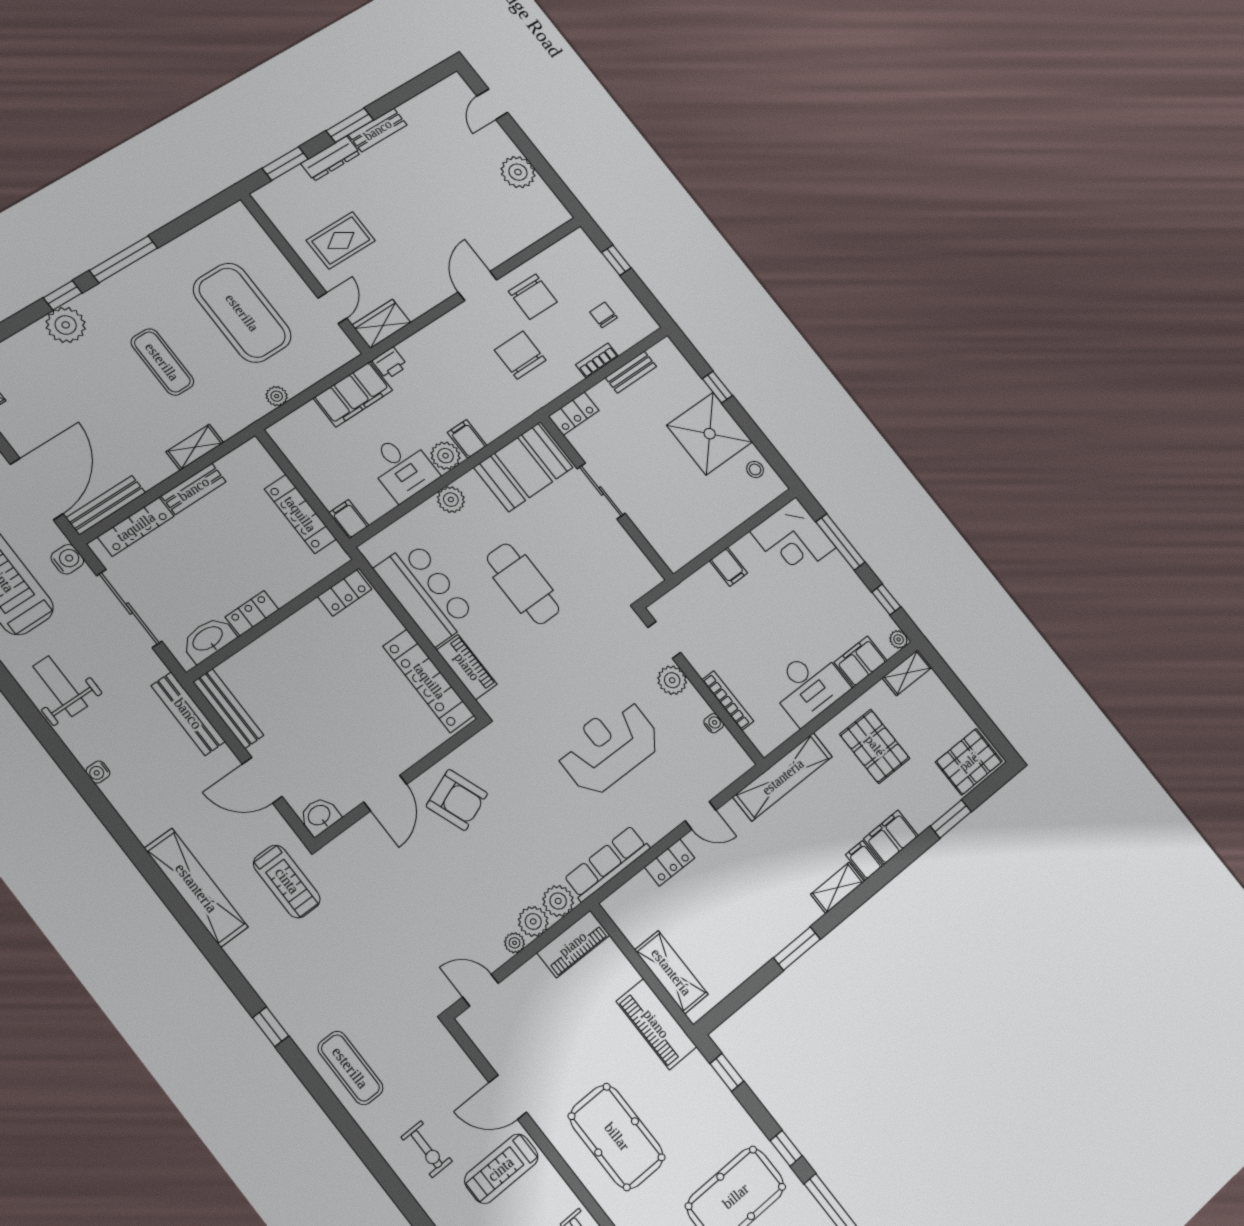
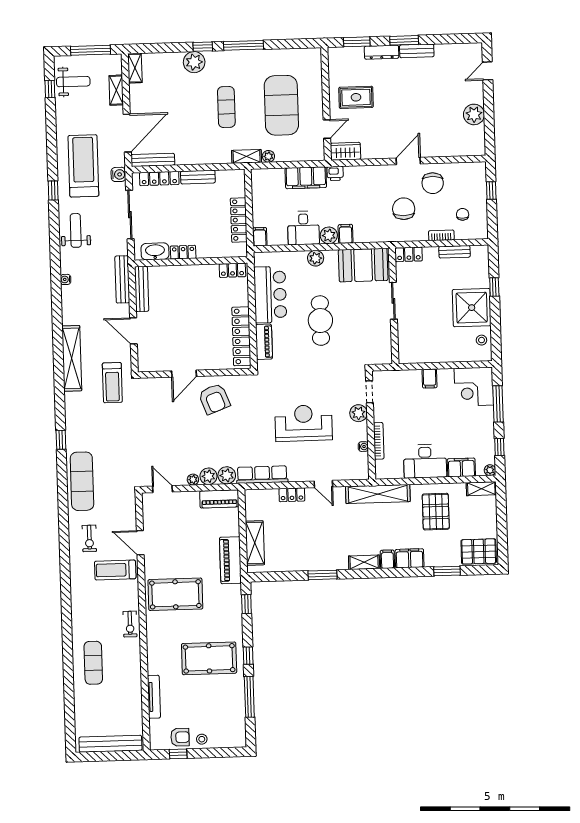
shelving: (195, 447) -> (247, 156), moved
washbasin: (320, 816) -> (147, 364), removed
exercise mat: (350, 1068) -> (82, 481), width x1.36, depth x1.45
pool table: (617, 1137) -> (175, 594), turned 90

